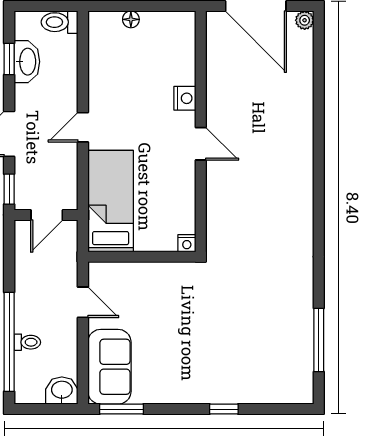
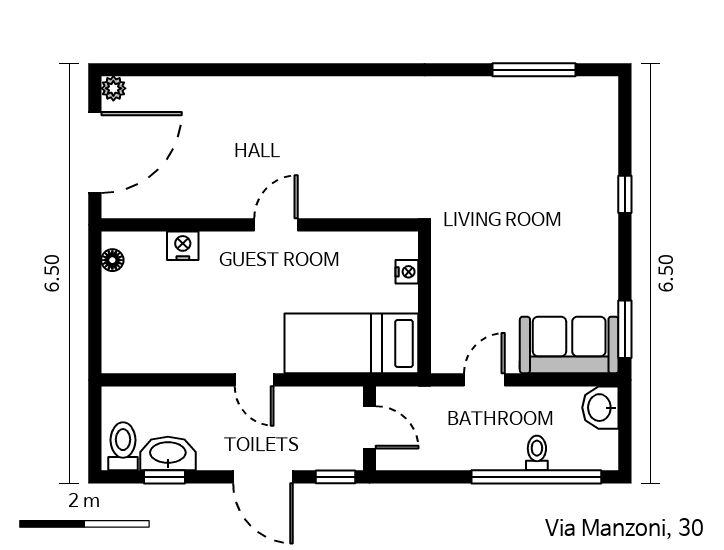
floor lamp: (131, 19) -> (112, 260), moved
toilet: (60, 22) -> (123, 446), moved, turned 180
nightstand: (185, 98) -> (183, 246), moved
nightstand: (187, 243) -> (407, 272), moved

